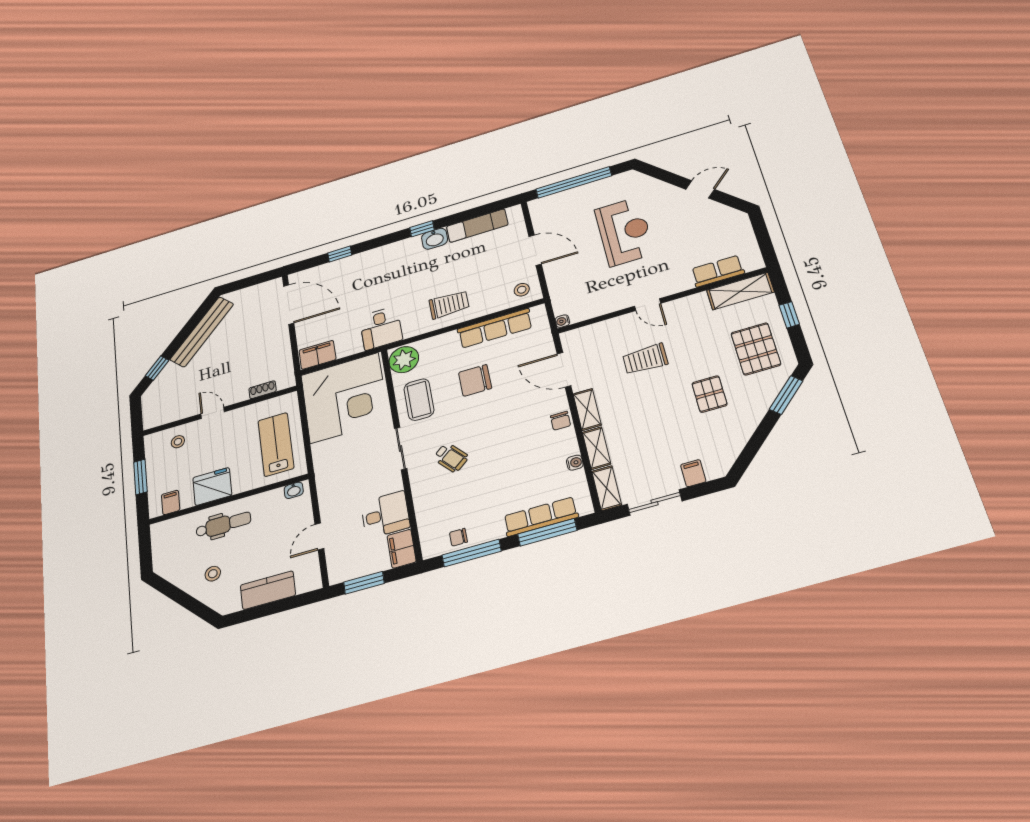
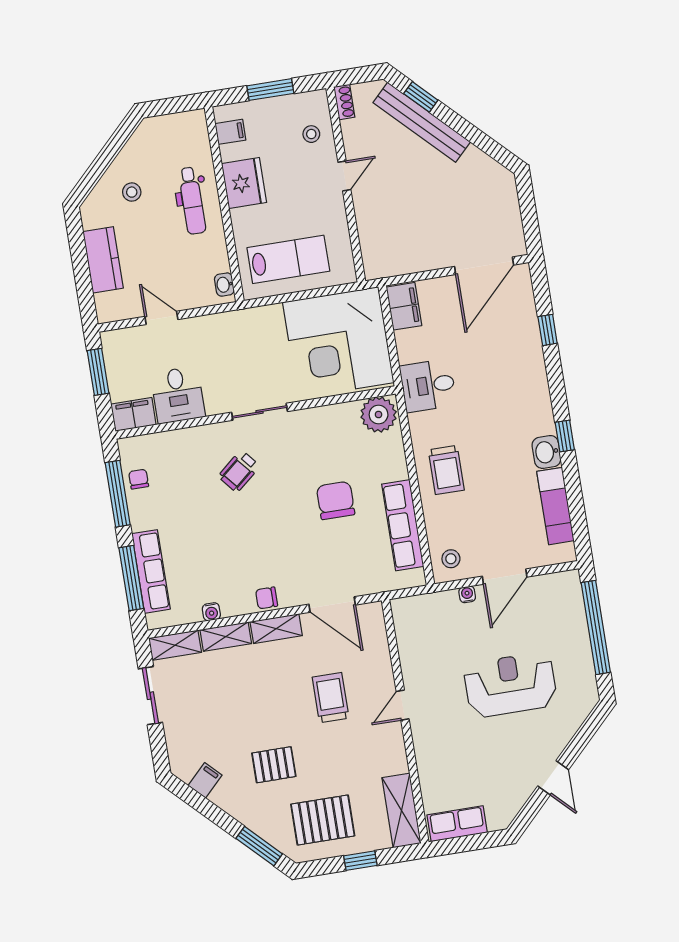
reception desk: (624, 232) -> (510, 685), turned 180
row of seats: (718, 271) -> (457, 824), moved, turned -90
water cooler: (562, 321) -> (467, 594), moved
bench: (202, 332) -> (422, 122), moved
door: (564, 370) -> (332, 605), swing flipped
shoe rack: (263, 390) -> (344, 102), moved
coffee table: (419, 400) -> (321, 433), removed
filing cabinet: (693, 473) -> (205, 780), moved, turned -45

